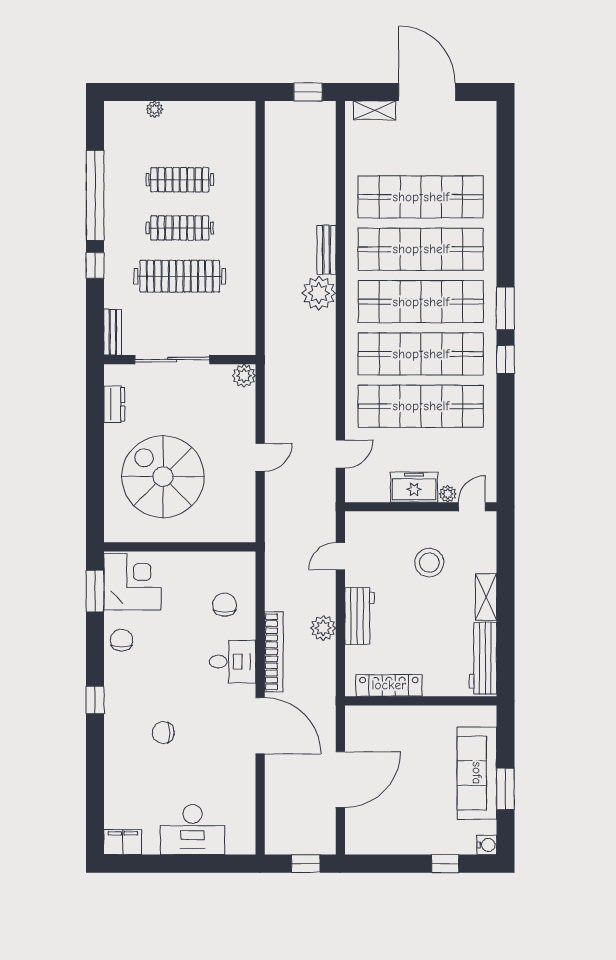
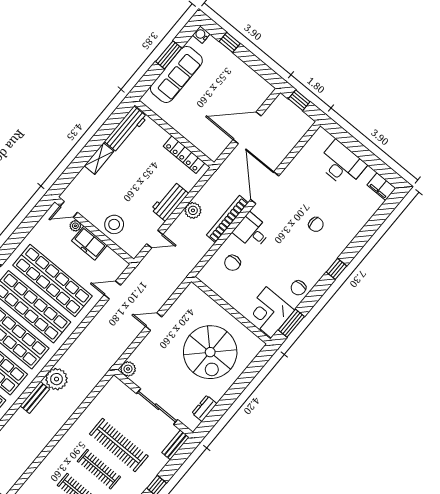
stool: (429, 563) -> (114, 224), moved

